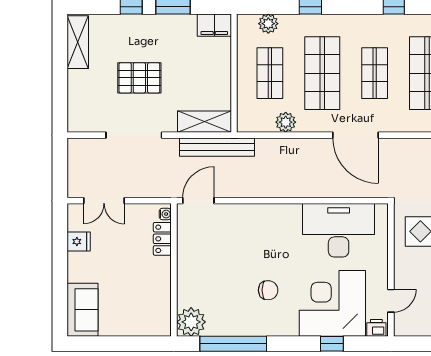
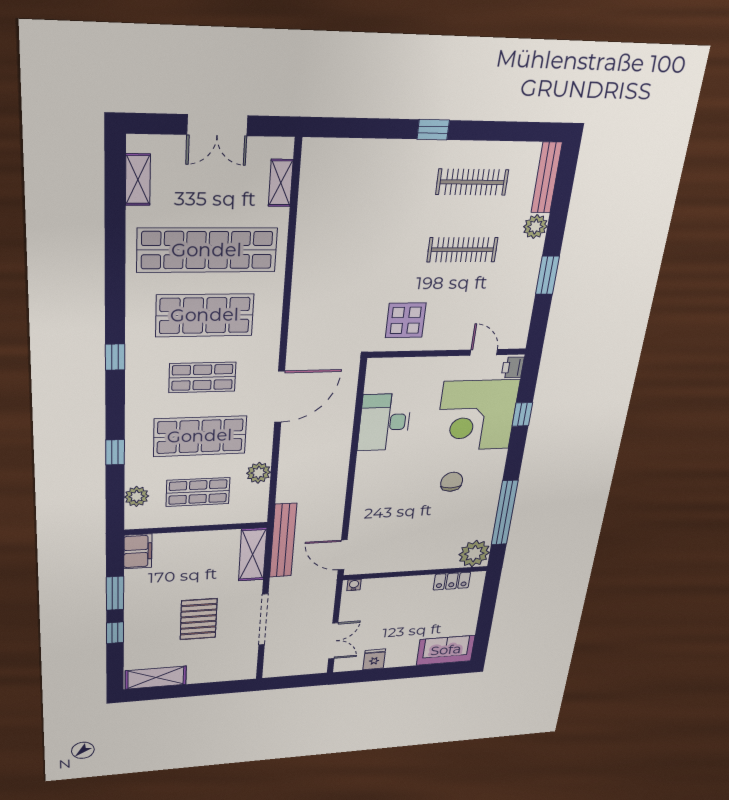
desk: (339, 230) -> (384, 422), width x0.73, depth x0.77
locker: (162, 239) -> (452, 581), moved

